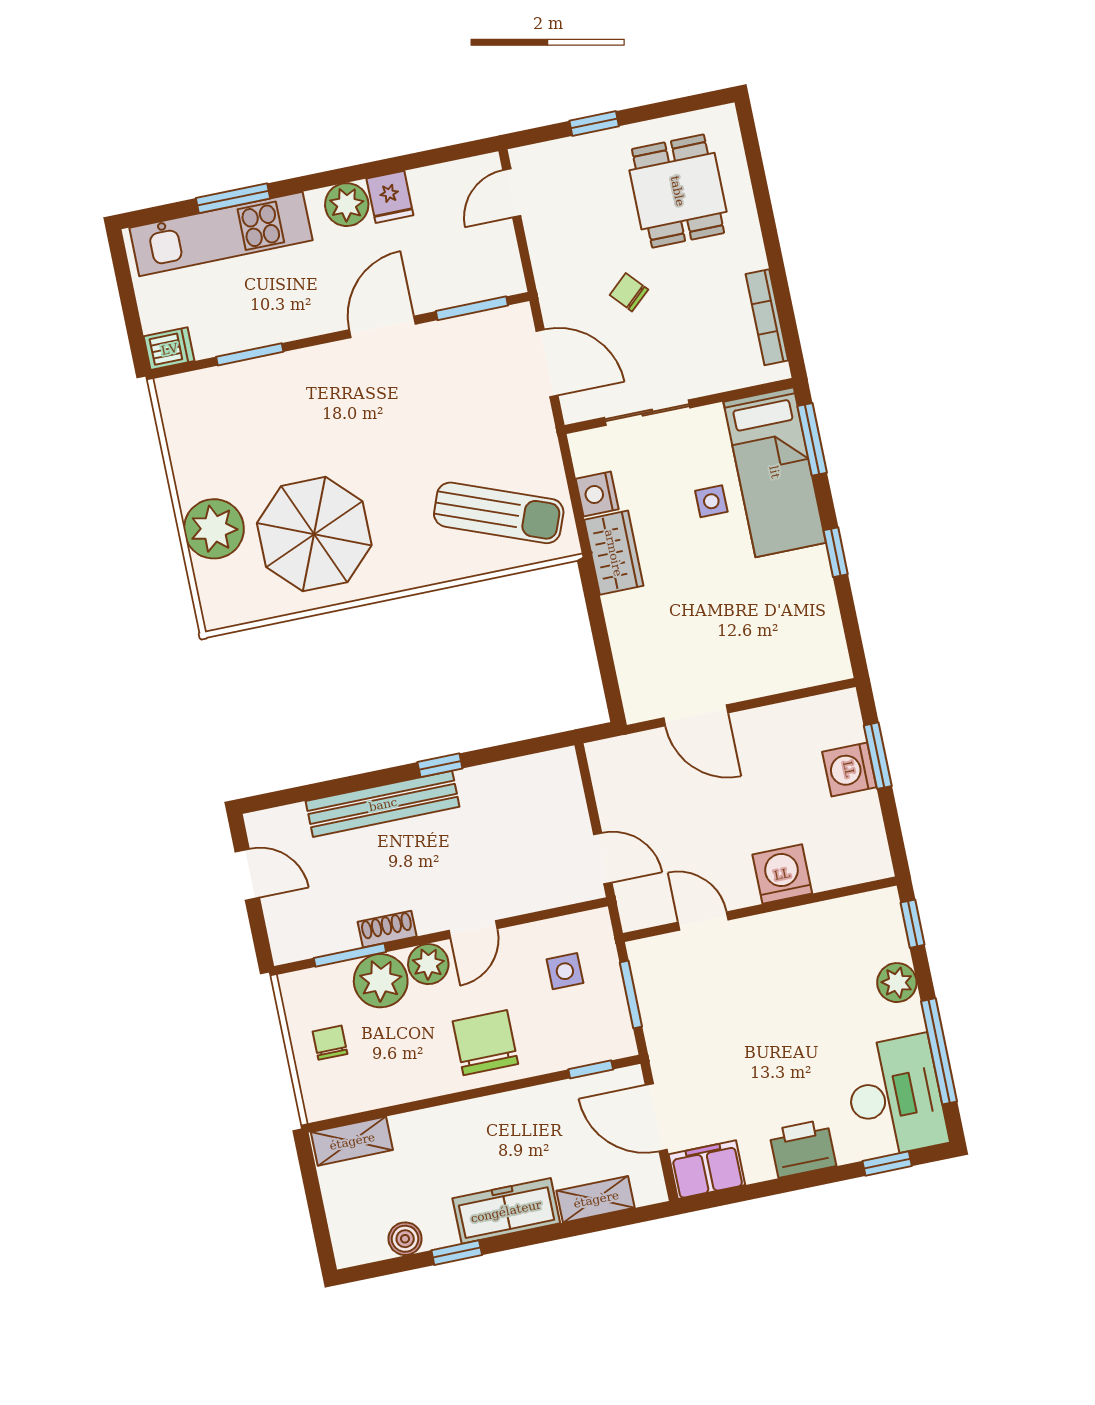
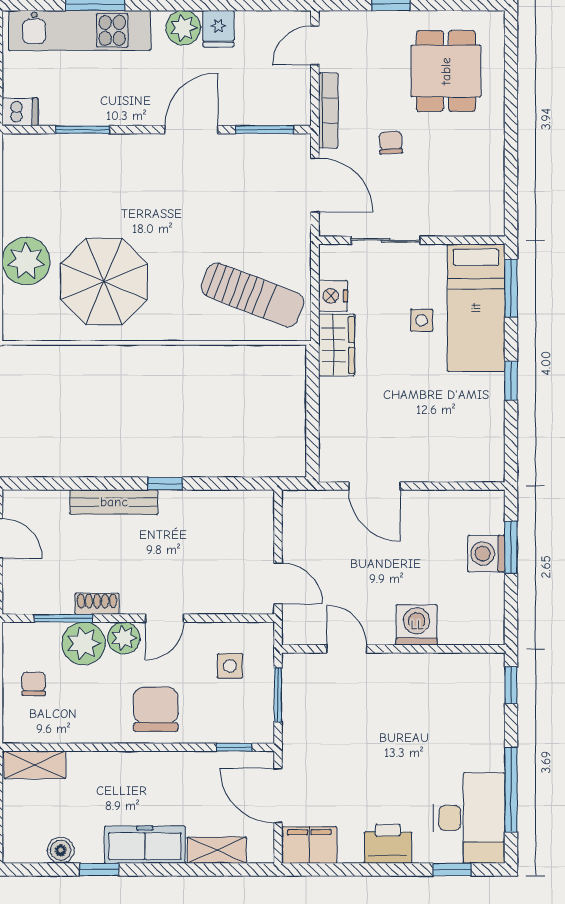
chair: (629, 292) -> (391, 143), turned 39
bookcase: (767, 317) -> (328, 110), moved, turned 180
bench: (383, 804) -> (114, 502), width x0.73, depth x0.82
plant: (897, 983) -> (489, 729), removed

